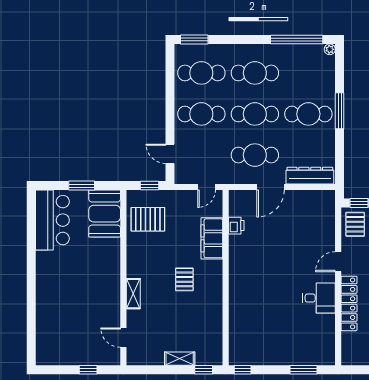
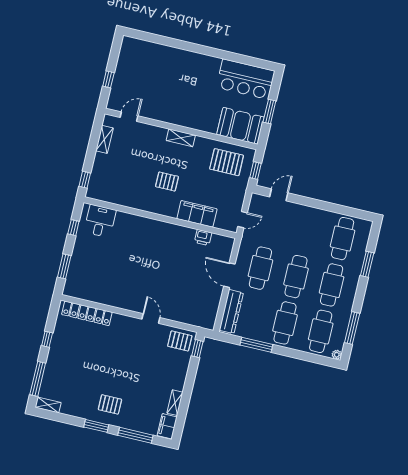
window: (194, 39) -> (367, 264), moved
window: (297, 39) -> (352, 328), width x0.68
window: (340, 111) -> (256, 345), moved
cafe table: (201, 114) -> (321, 331), moved
door: (207, 187) -> (243, 220), swing flipped
pallet: (148, 219) -> (227, 162), turned 90
shelving: (133, 294) -> (181, 138), moved
desk: (319, 298) -> (100, 221), moved, turned 180
locker: (349, 303) -> (87, 313), moved
shelving: (180, 359) -> (104, 139), moved
window: (243, 370) -> (73, 228), moved

